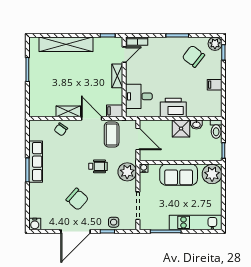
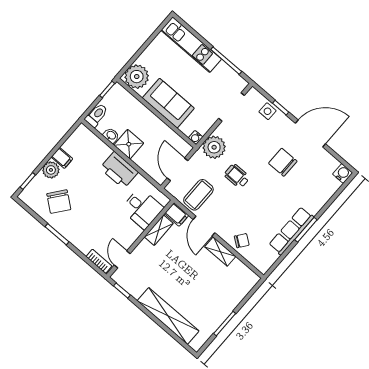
plant: (215, 44) -> (51, 170), moved
door: (124, 55) -> (122, 259), hinge flipped
shelving: (117, 76) -> (159, 230), moved
chair: (77, 199) -> (283, 162), turned -41

